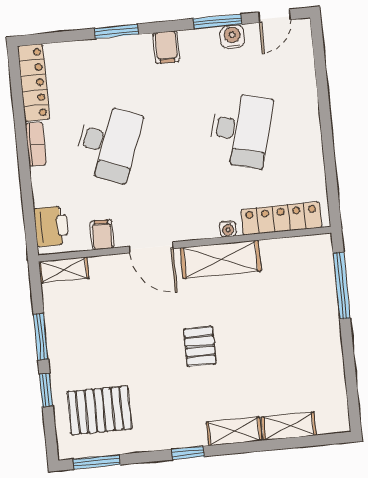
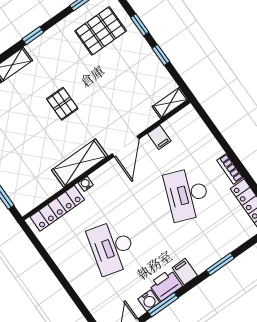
printer: (51, 226) -> (166, 285), moved, turned 90
door: (151, 247) -> (126, 146), swing flipped
window: (41, 337) -> (161, 55), width x0.67

